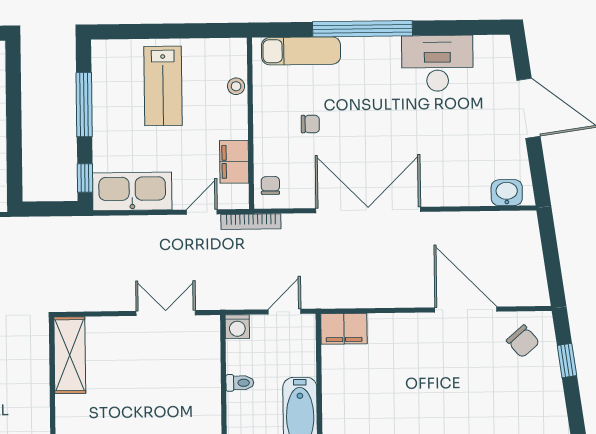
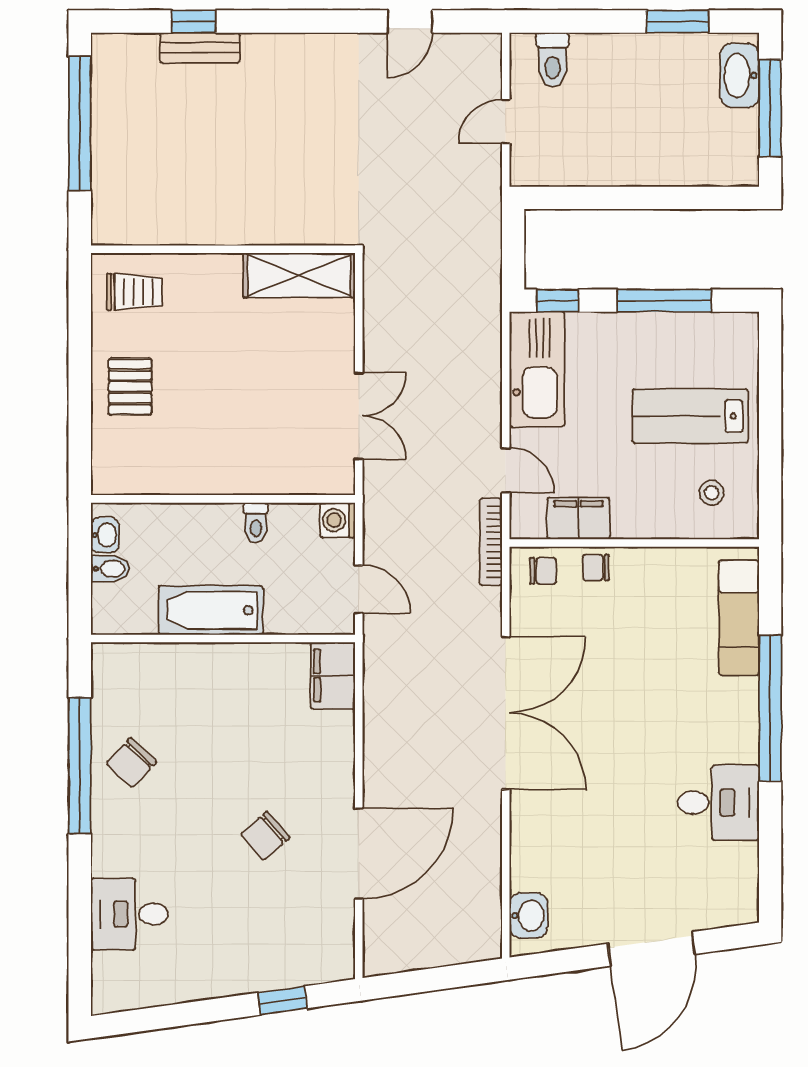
desk: (437, 63) -> (718, 803), width x0.73
stool: (236, 86) -> (712, 493), moved
chair: (310, 124) -> (596, 568), moved, turned 90
chair: (523, 341) -> (265, 836), moved

